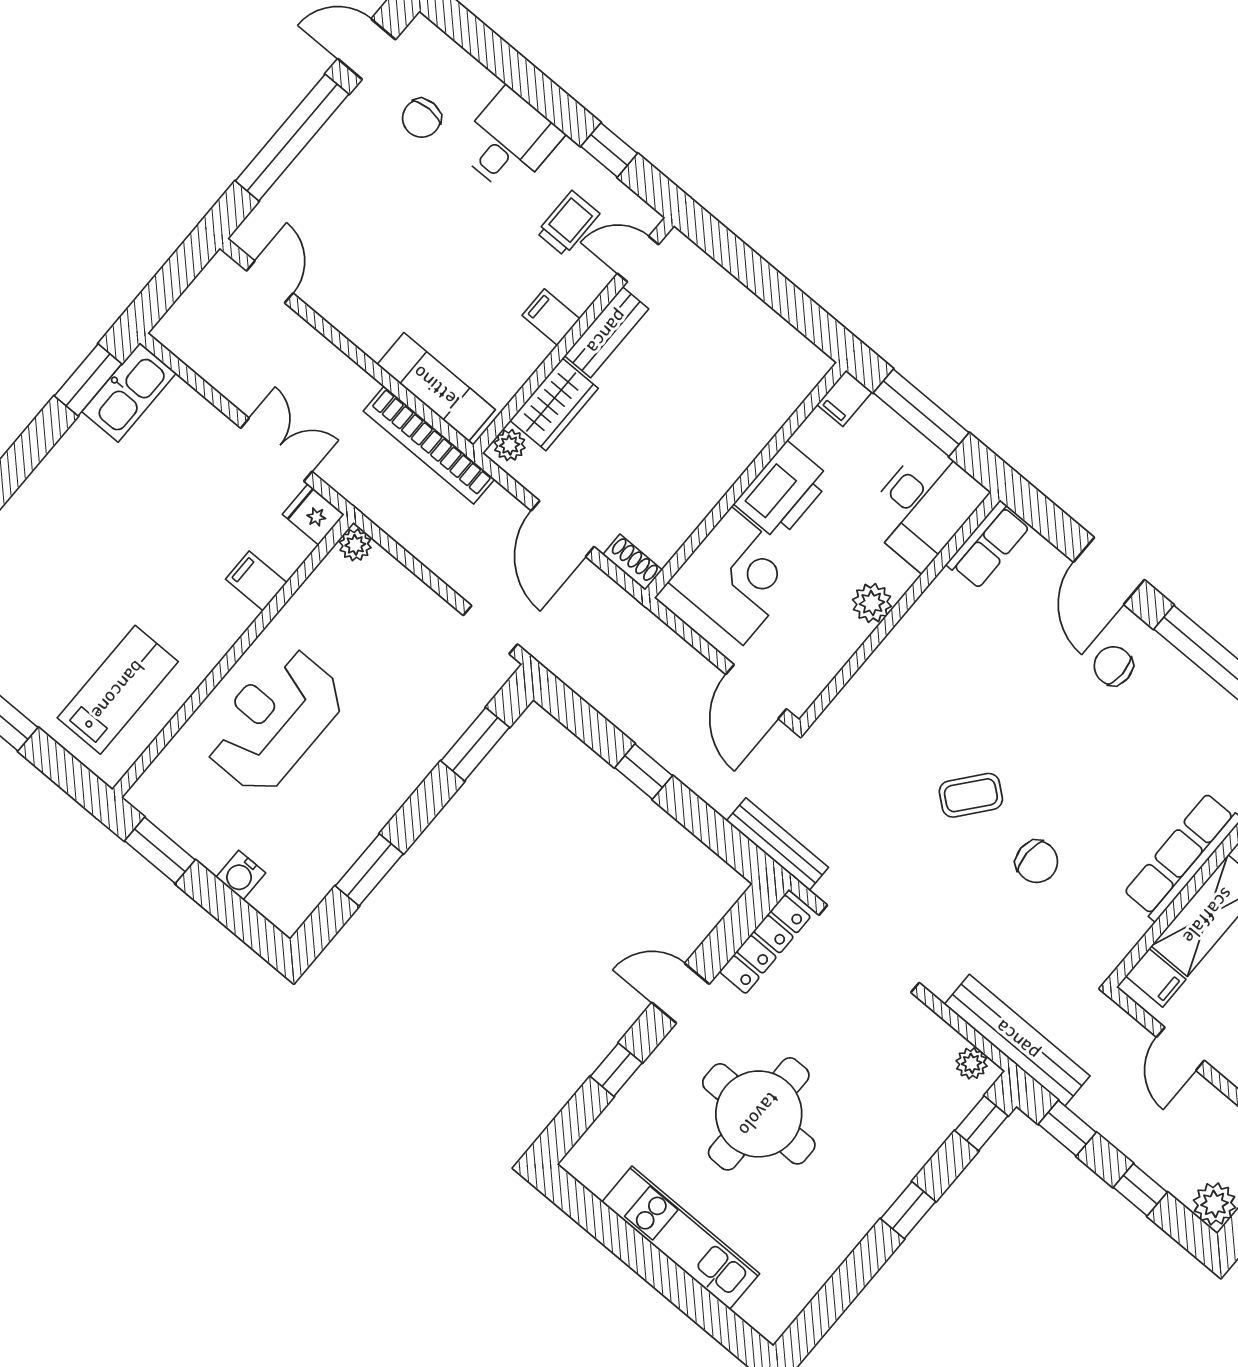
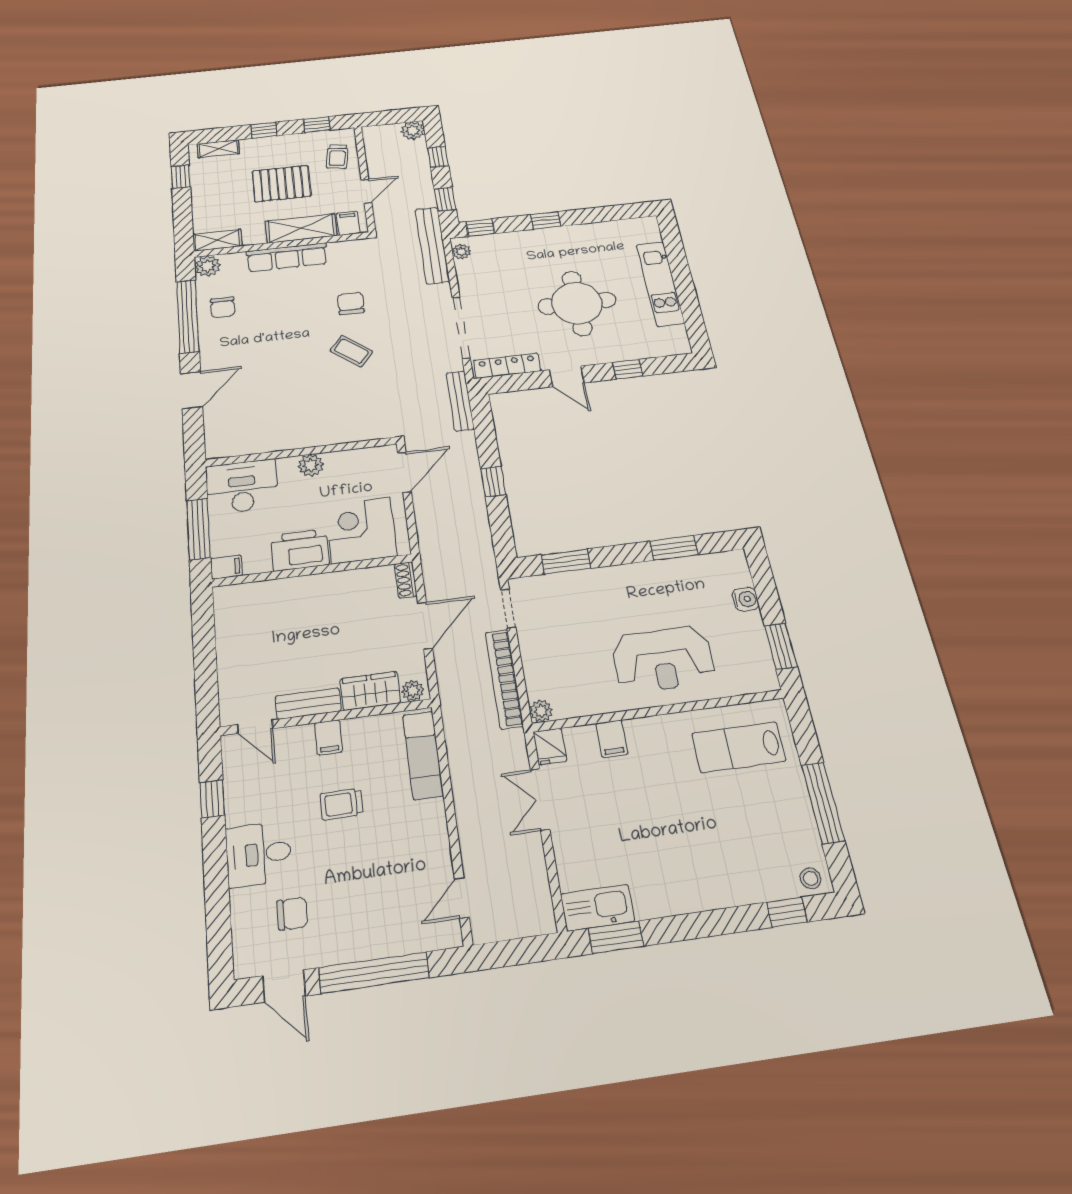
trolley: (568, 223) -> (341, 804), moved
bookcase: (429, 445) -> (504, 679), moved, turned 180
row of seats: (988, 545) -> (232, 445), removed
chair: (1113, 666) -> (223, 307), moved

